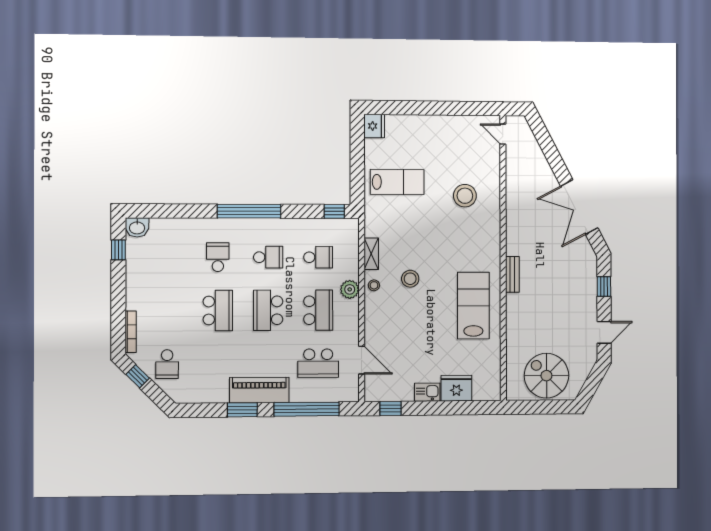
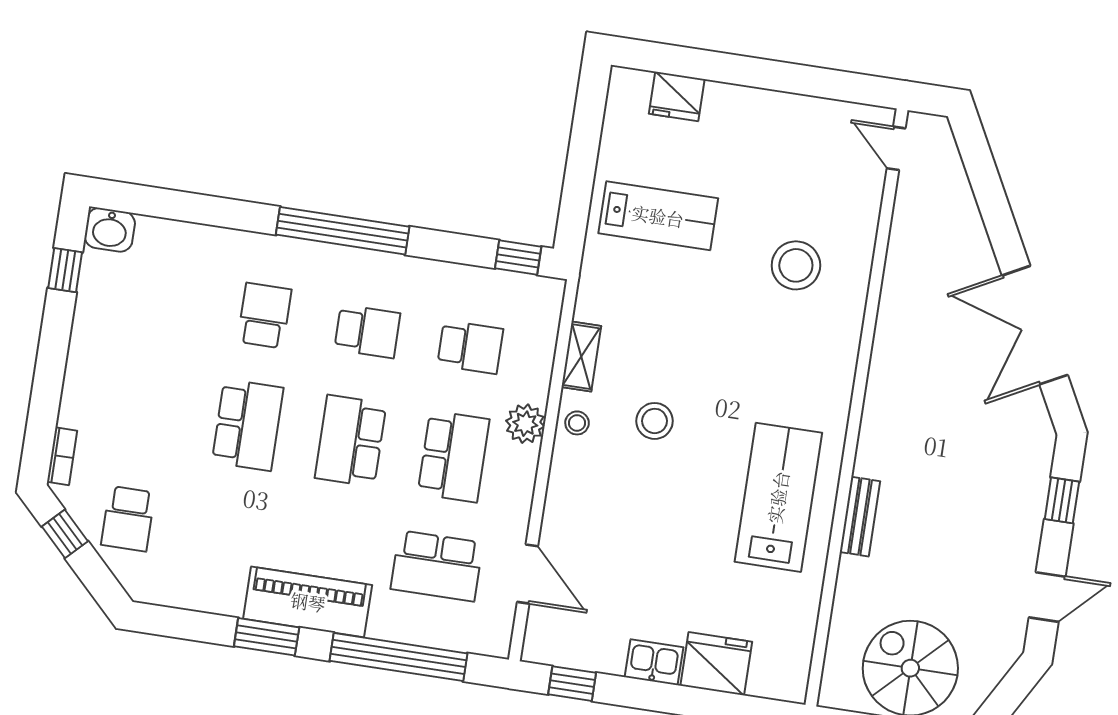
fridge: (374, 126) -> (677, 96), moved, turned 90
bench: (512, 274) -> (860, 517), moved
bookcase: (131, 332) -> (62, 456), width x0.64

